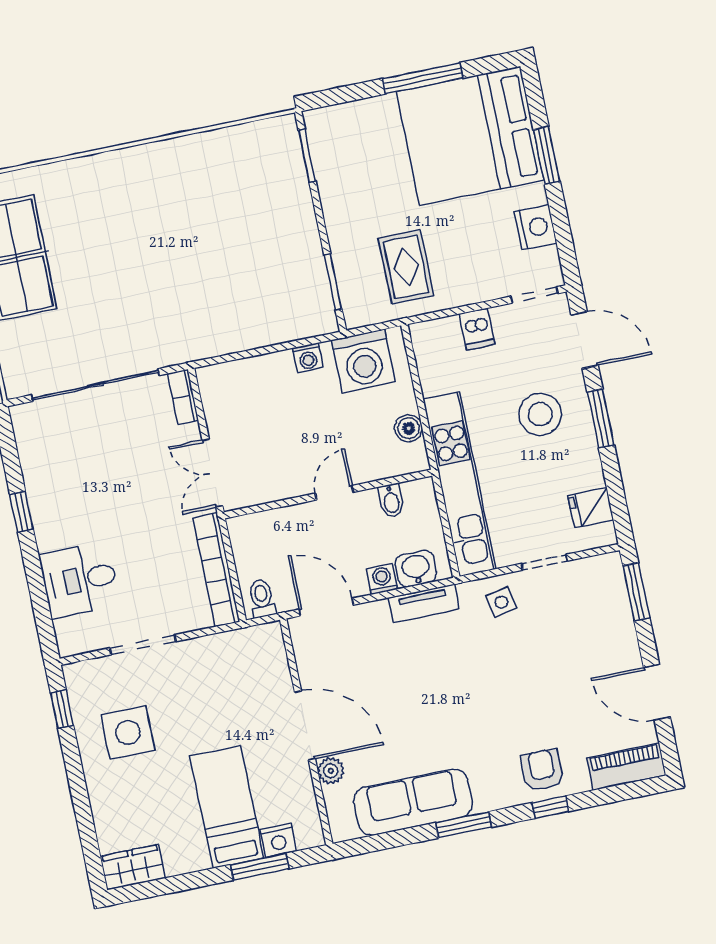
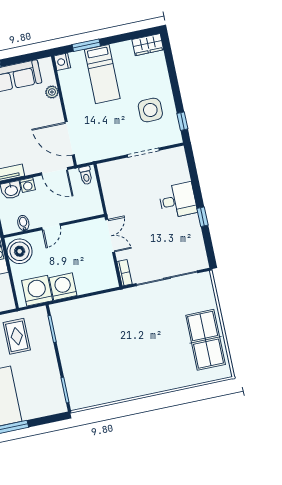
washing machine: (308, 358) -> (63, 287), width x1.89, depth x1.89
boiler: (409, 428) -> (20, 251), width x1.86, depth x1.86
bookcase: (216, 570) -> (108, 189), removed
desk: (80, 580) -> (178, 200), moved
door: (305, 725) -> (70, 138), moved
nightstand: (278, 840) -> (62, 62), moved, turned -90

